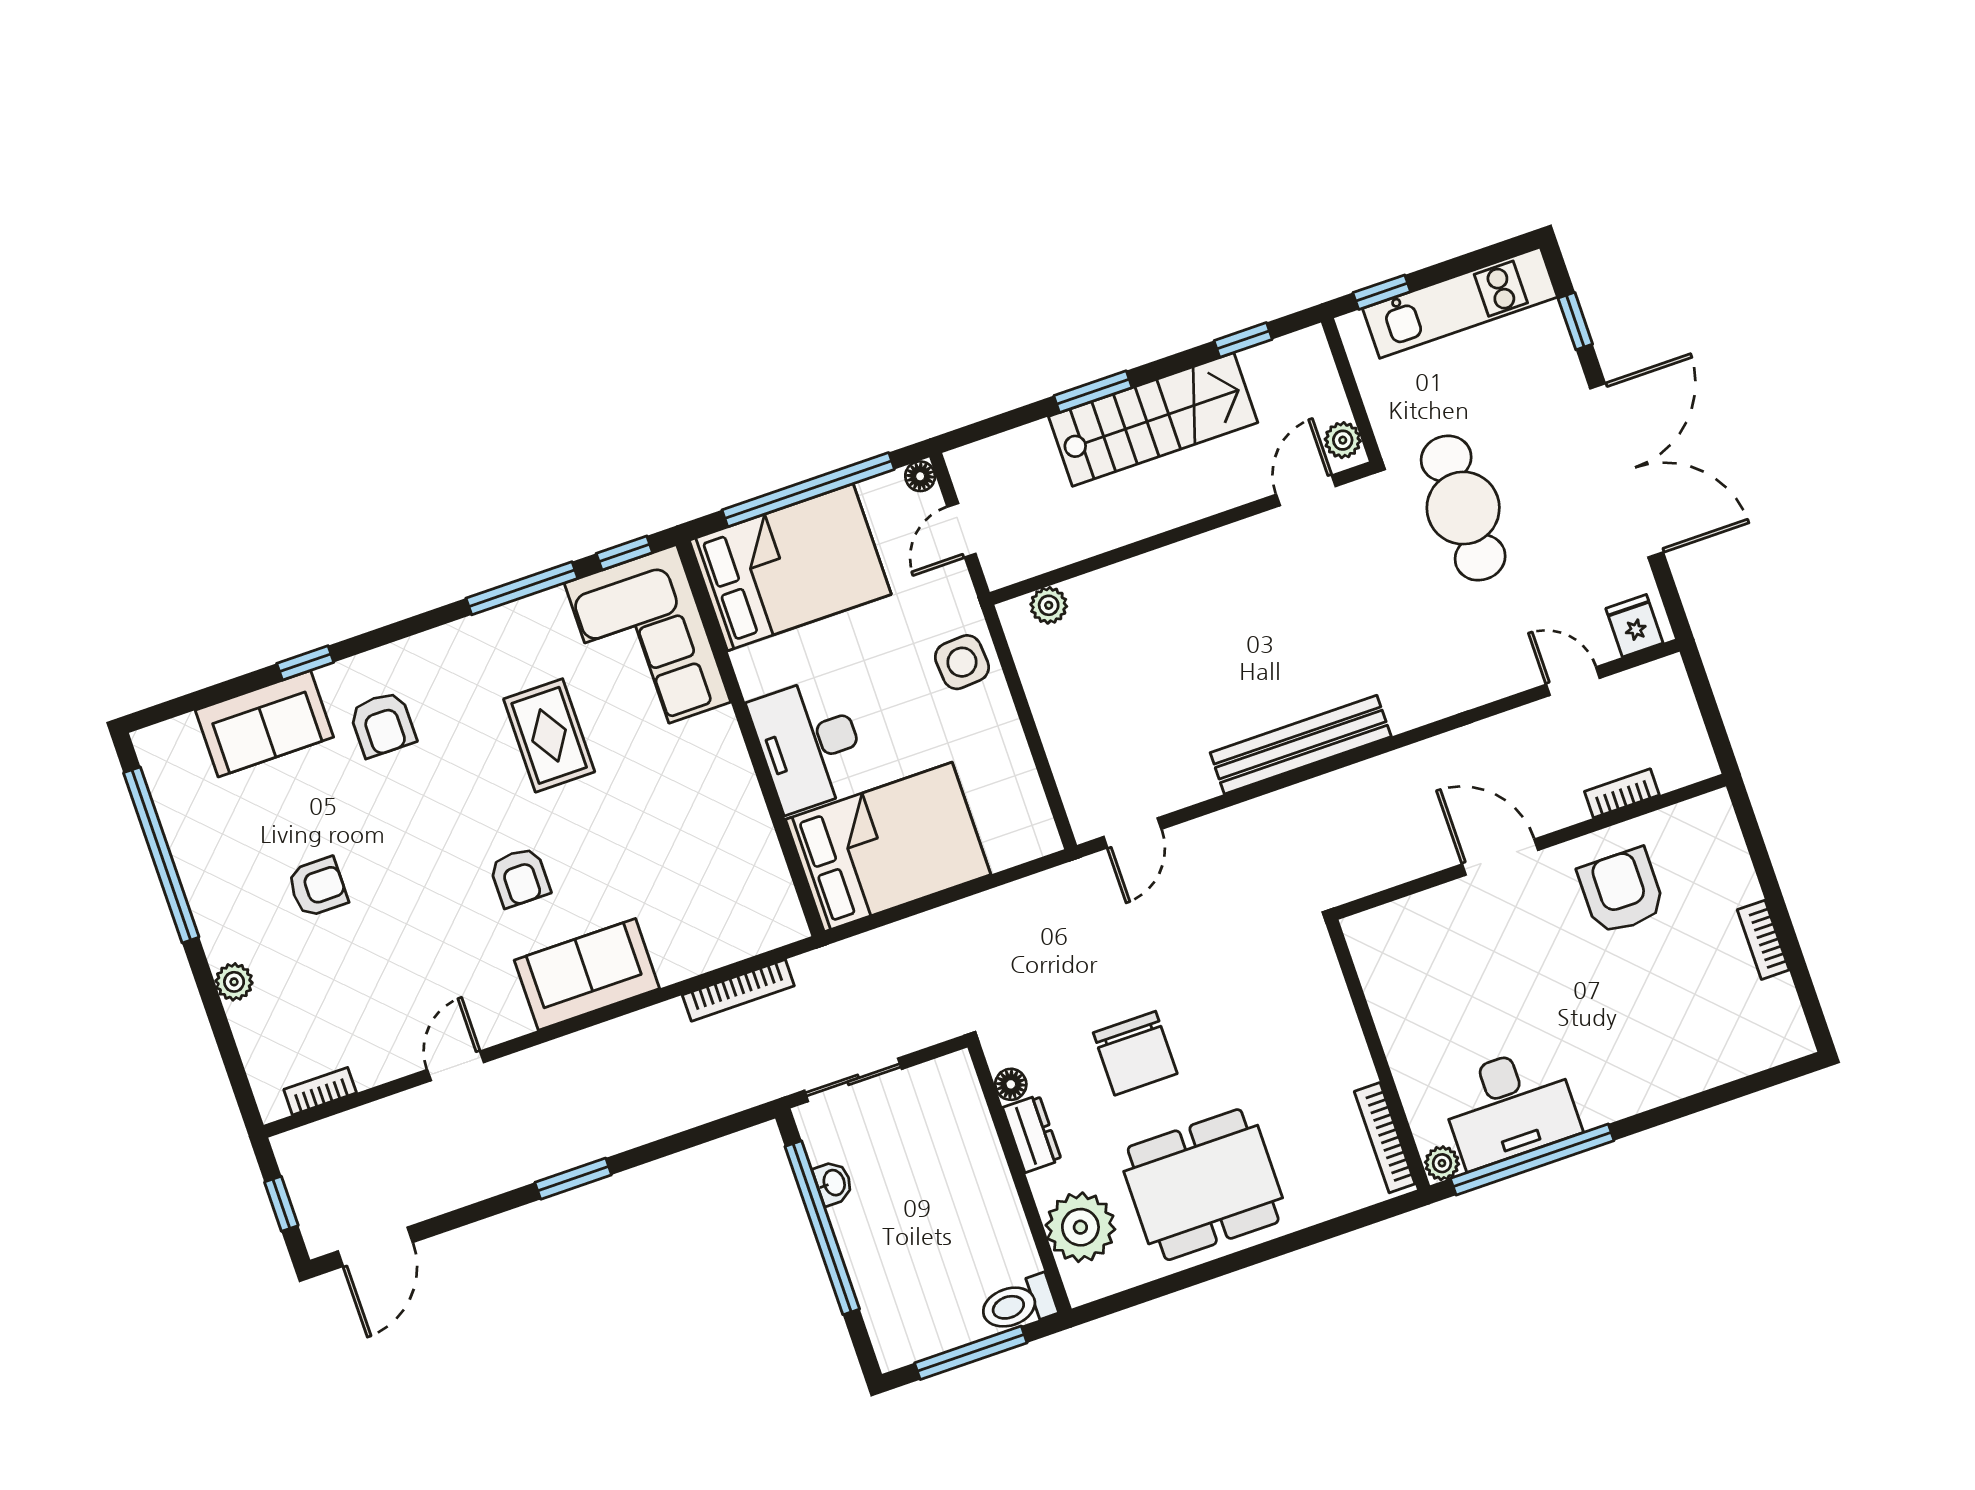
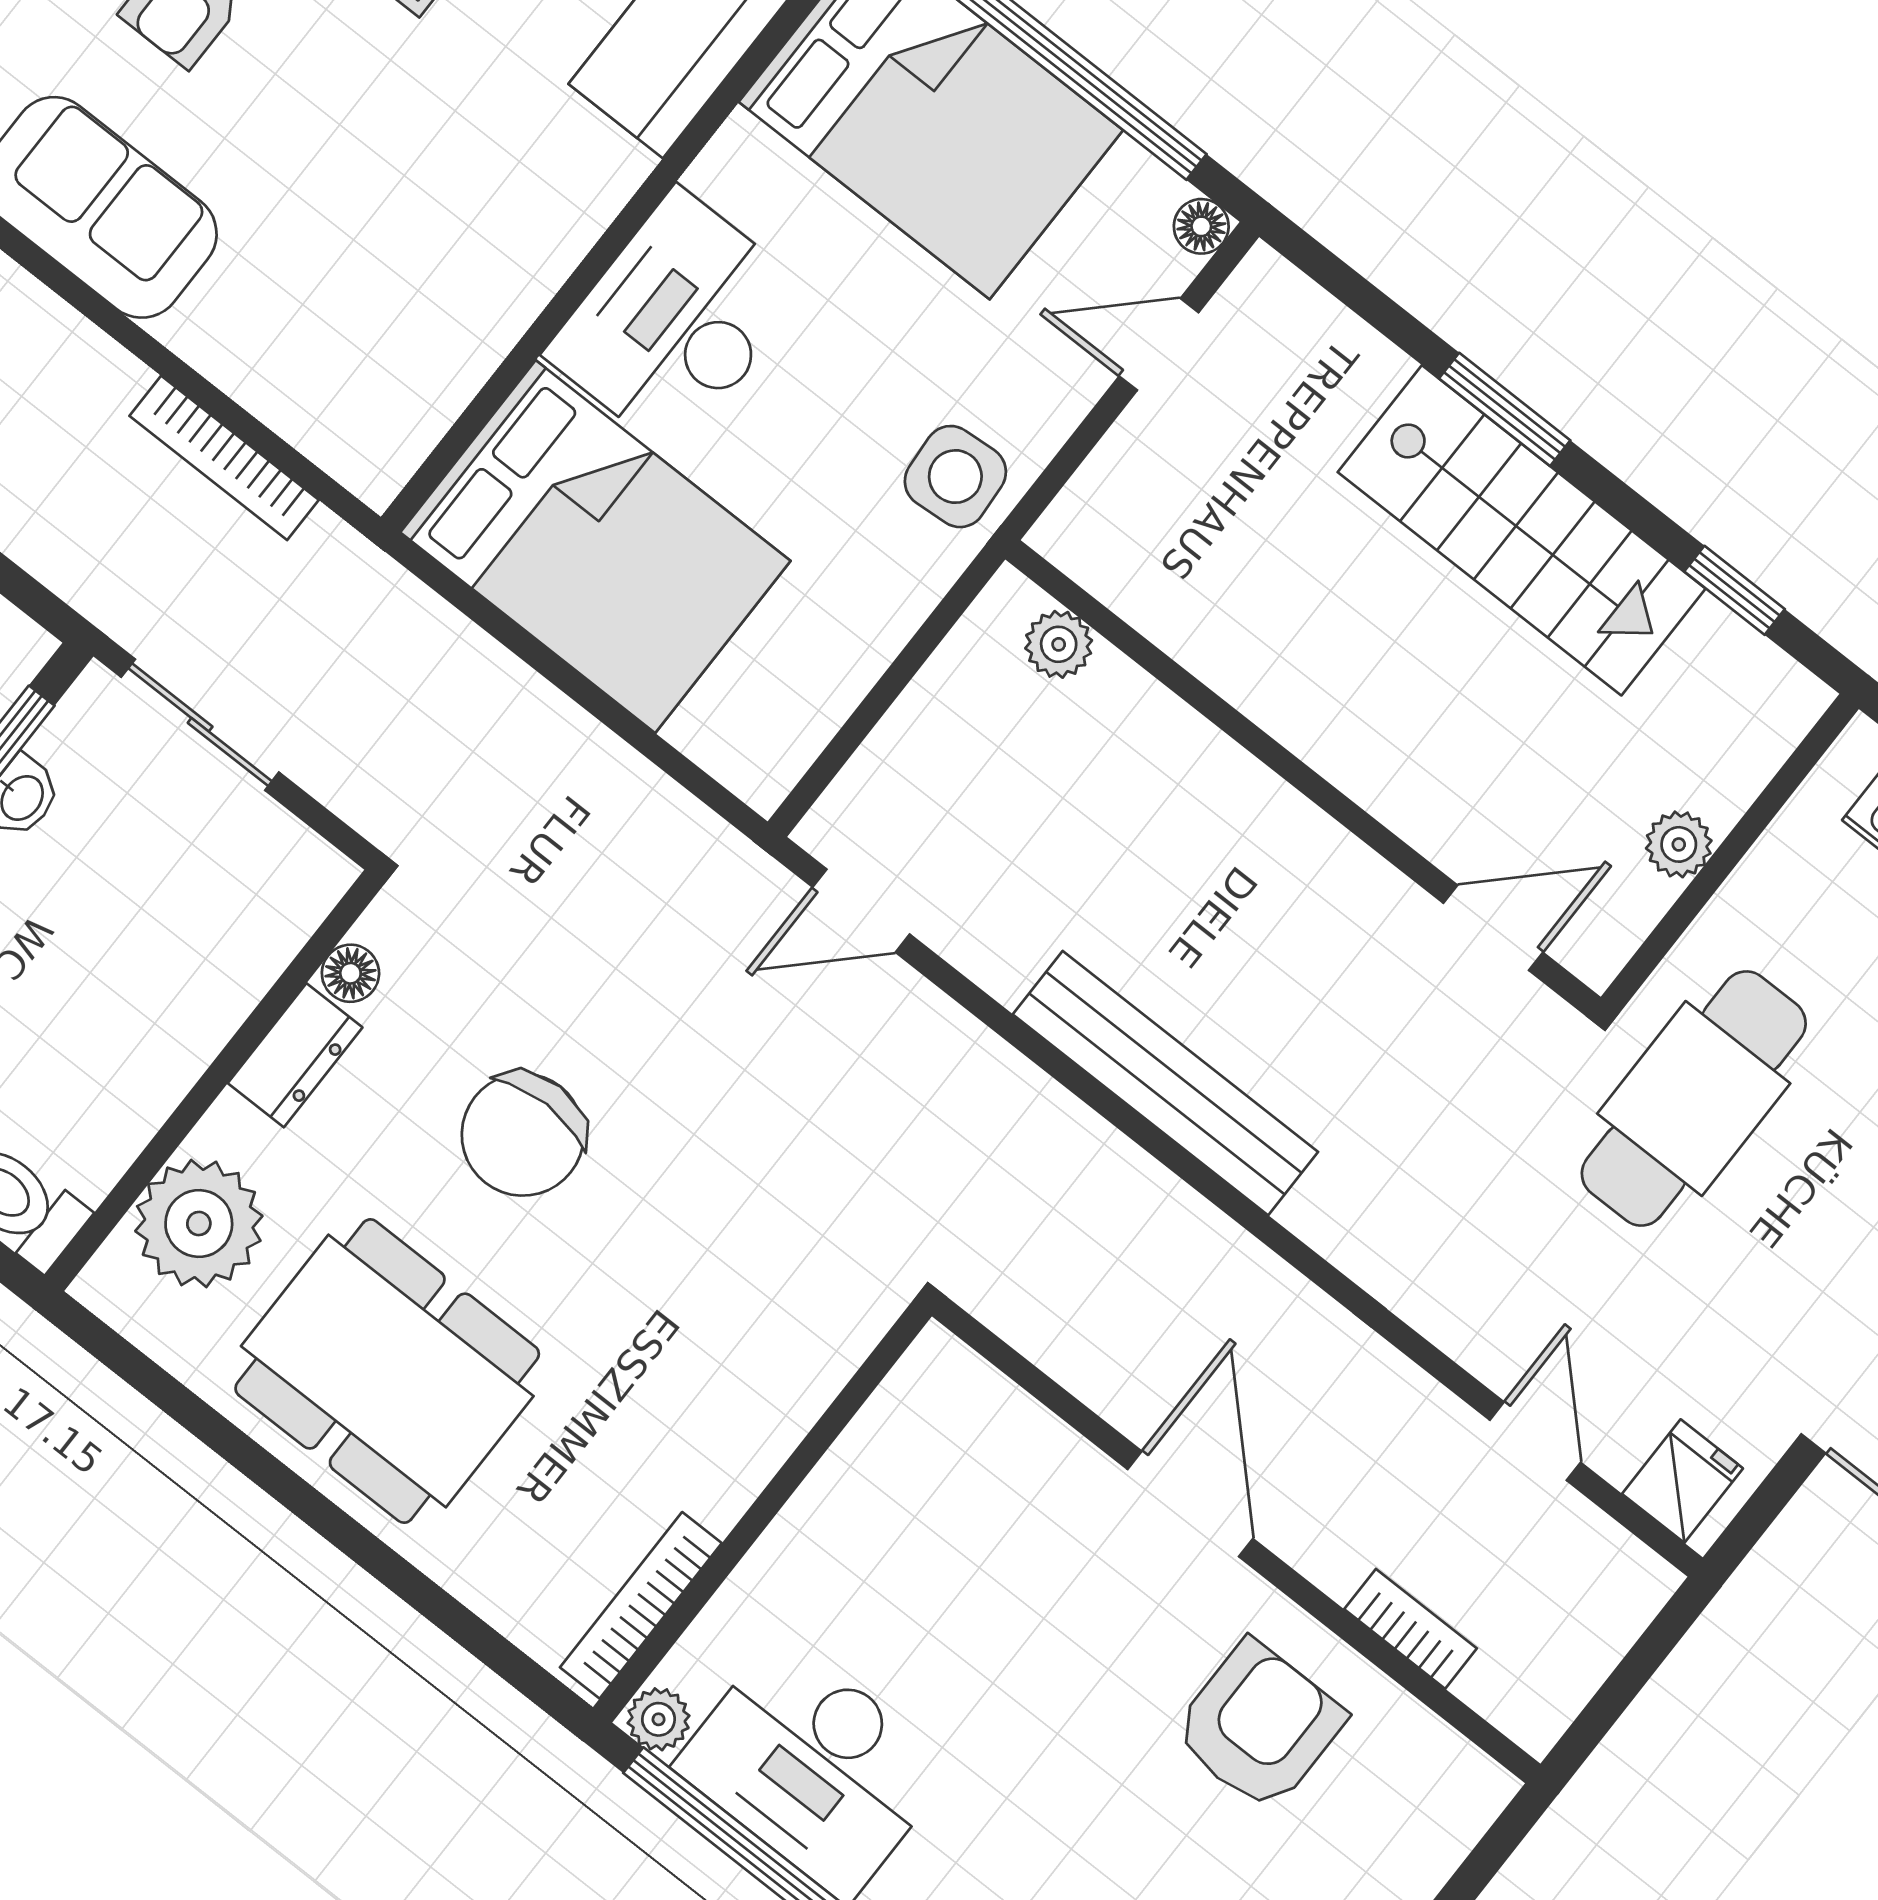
door: (1306, 490) -> (1493, 928), moved
wall: (1182, 533) -> (1303, 778), moved
plant: (1049, 605) -> (1059, 644), moved

